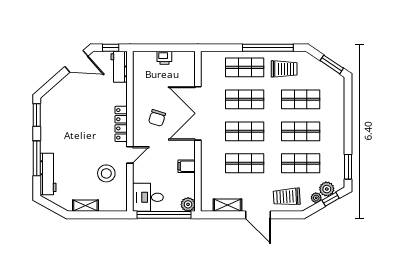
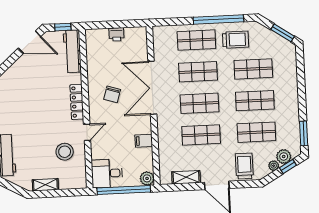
workbench: (119, 67) -> (72, 51), width x1.38
trolley: (287, 197) -> (244, 166), turned 93

